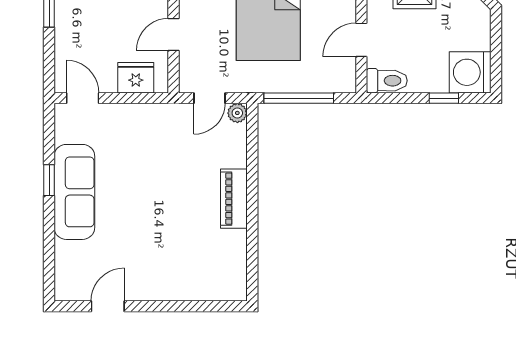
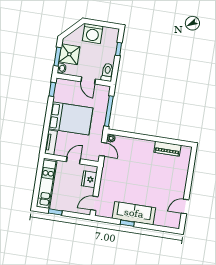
door: (173, 34) -> (73, 160), swing flipped
washing machine: (470, 72) -> (93, 34), moved
piano: (234, 199) -> (167, 149), moved
door: (108, 306) -> (185, 207), hinge flipped

